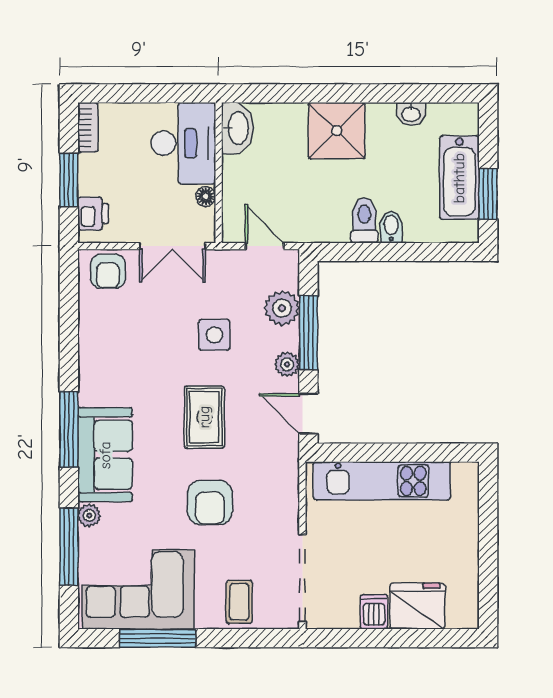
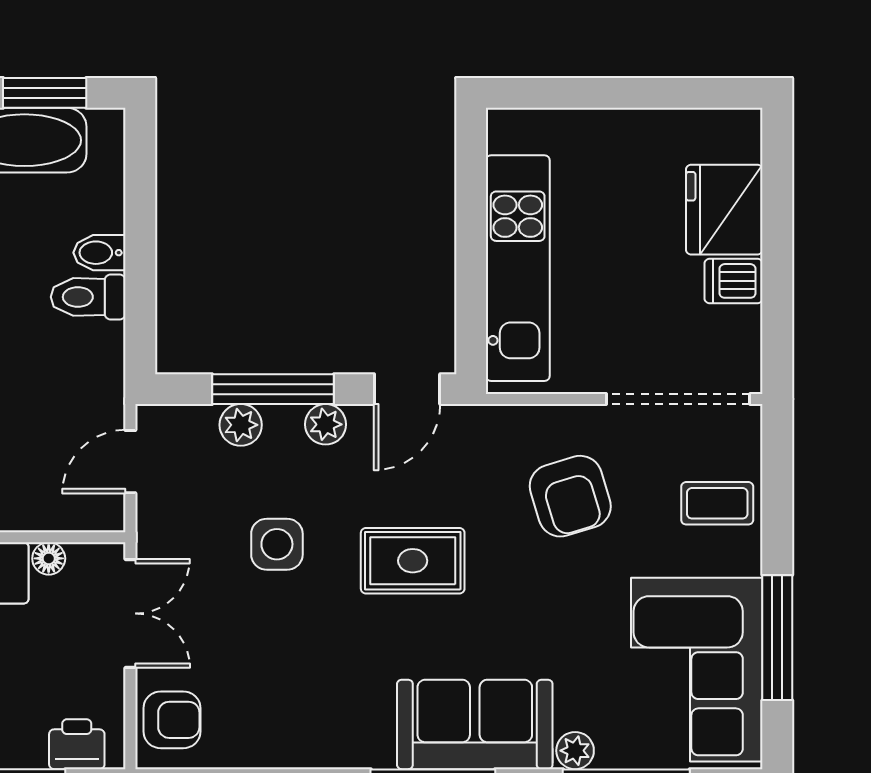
plant: (282, 308) -> (241, 425), width x0.73, depth x0.73
armchair: (210, 503) -> (570, 496), moved, turned 73

